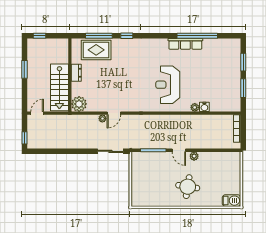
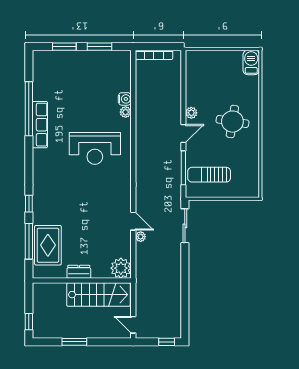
sun lounger: (148, 169) -> (209, 175), added

